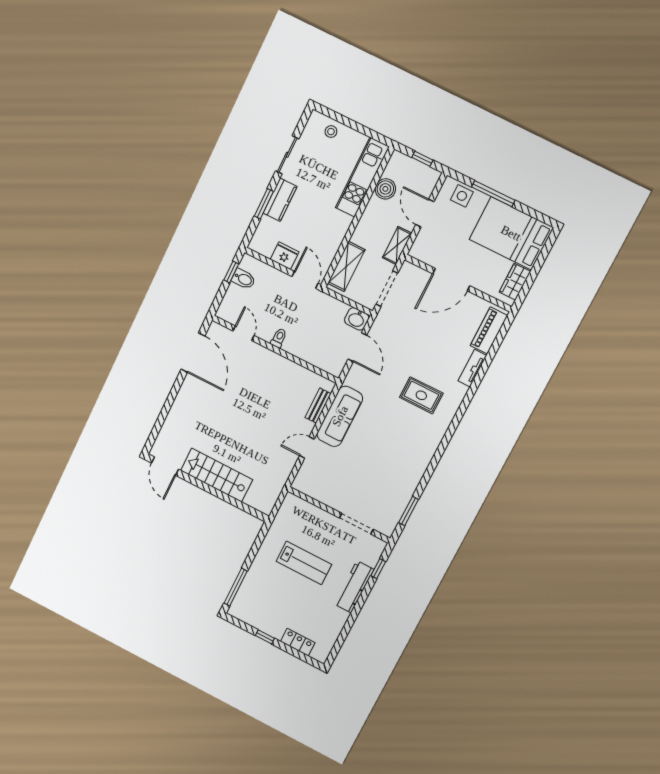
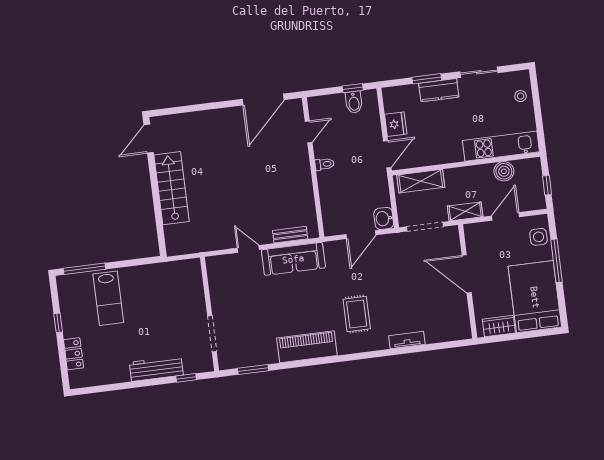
piano: (489, 331) -> (307, 347), moved, width x1.37, depth x1.33
lab bench: (304, 563) -> (108, 298), moved

